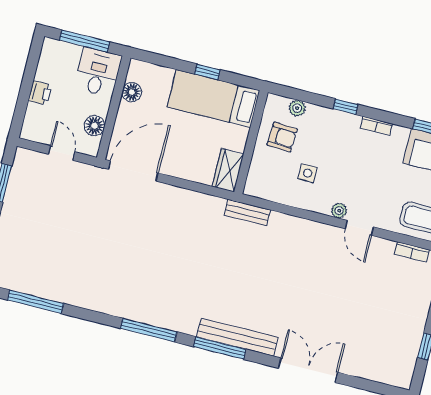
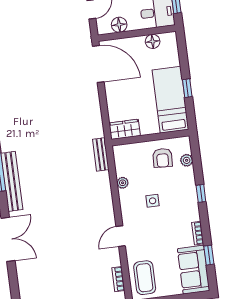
bookcase: (376, 126) -> (198, 233), moved
side table: (308, 173) -> (153, 201), moved
plant: (339, 211) -> (123, 183), moved

